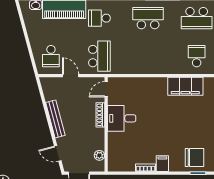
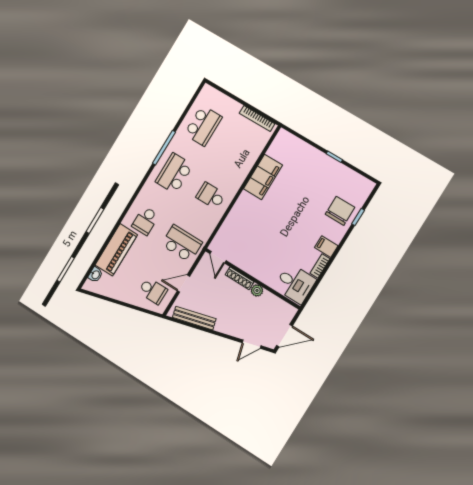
school desk: (197, 56) -> (211, 196), moved
desk: (122, 118) -> (295, 284), moved, turned -90
bench: (55, 119) -> (194, 318), moved
plant: (99, 155) -> (257, 290), moved

